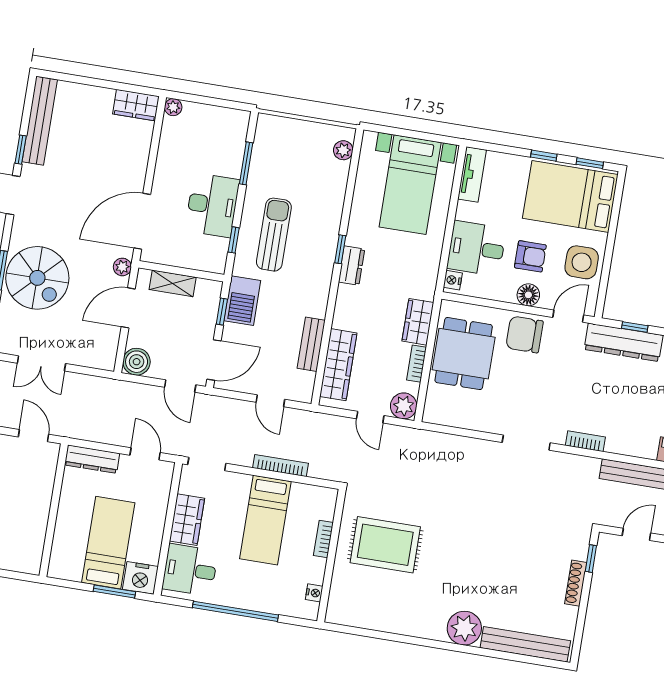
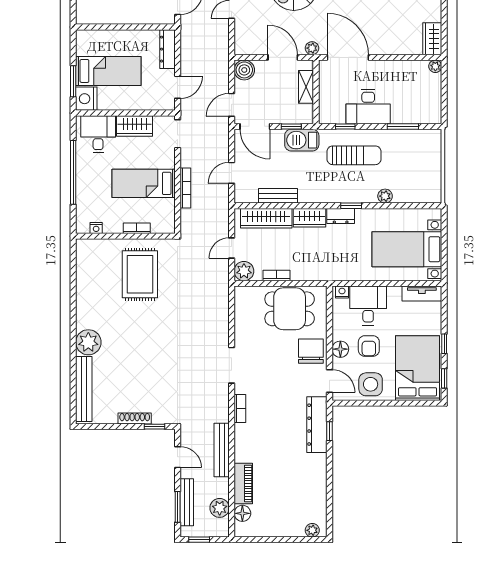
plant: (343, 150) -> (385, 196), moved
wardrobe: (418, 322) -> (309, 218), moved, turned 180

